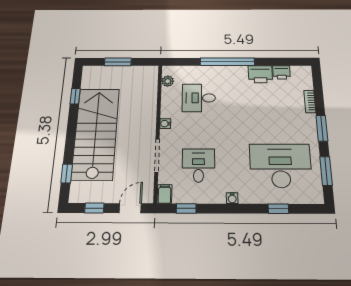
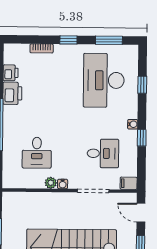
plant: (168, 81) -> (51, 183), moved
window: (322, 128) -> (68, 40), width x0.67
desk: (198, 165) -> (103, 153), turned 180
window: (186, 208) -> (142, 138), moved

